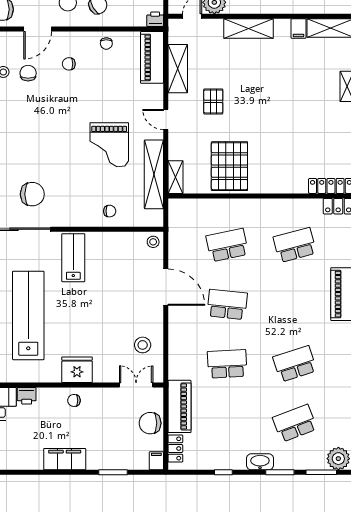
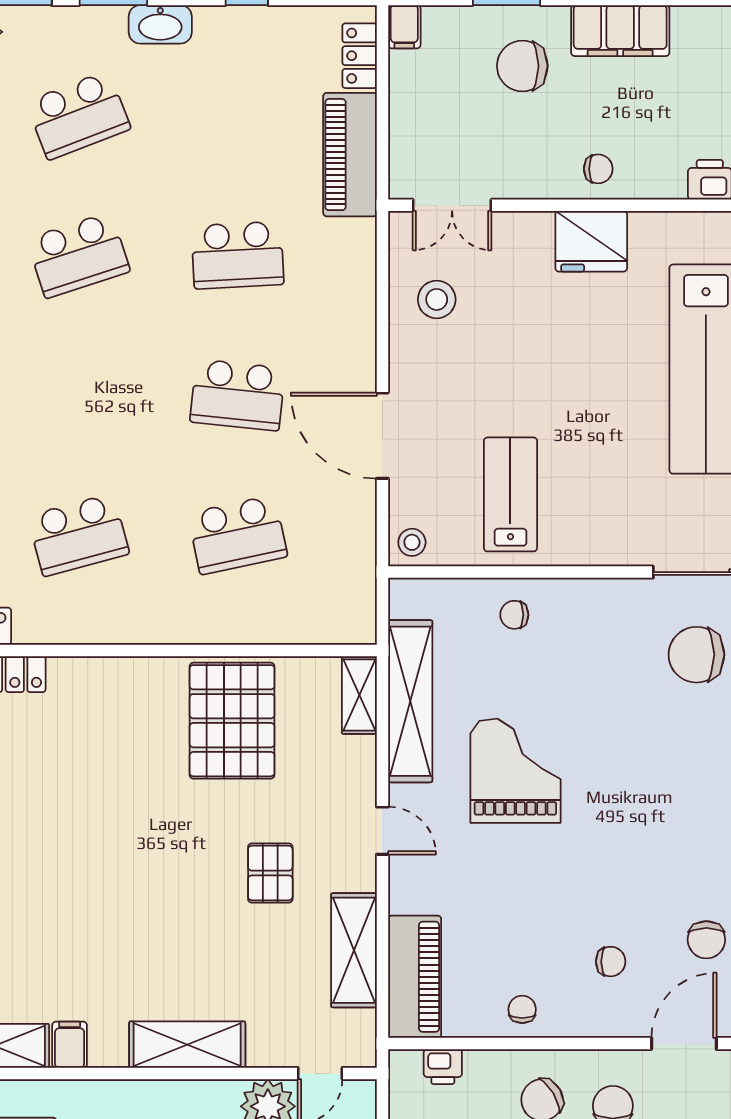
printer: (155, 19) -> (443, 1067), moved
lab bench: (73, 258) -> (510, 494), moved, turned 180
chair: (150, 423) -> (522, 66), moved, turned 180

